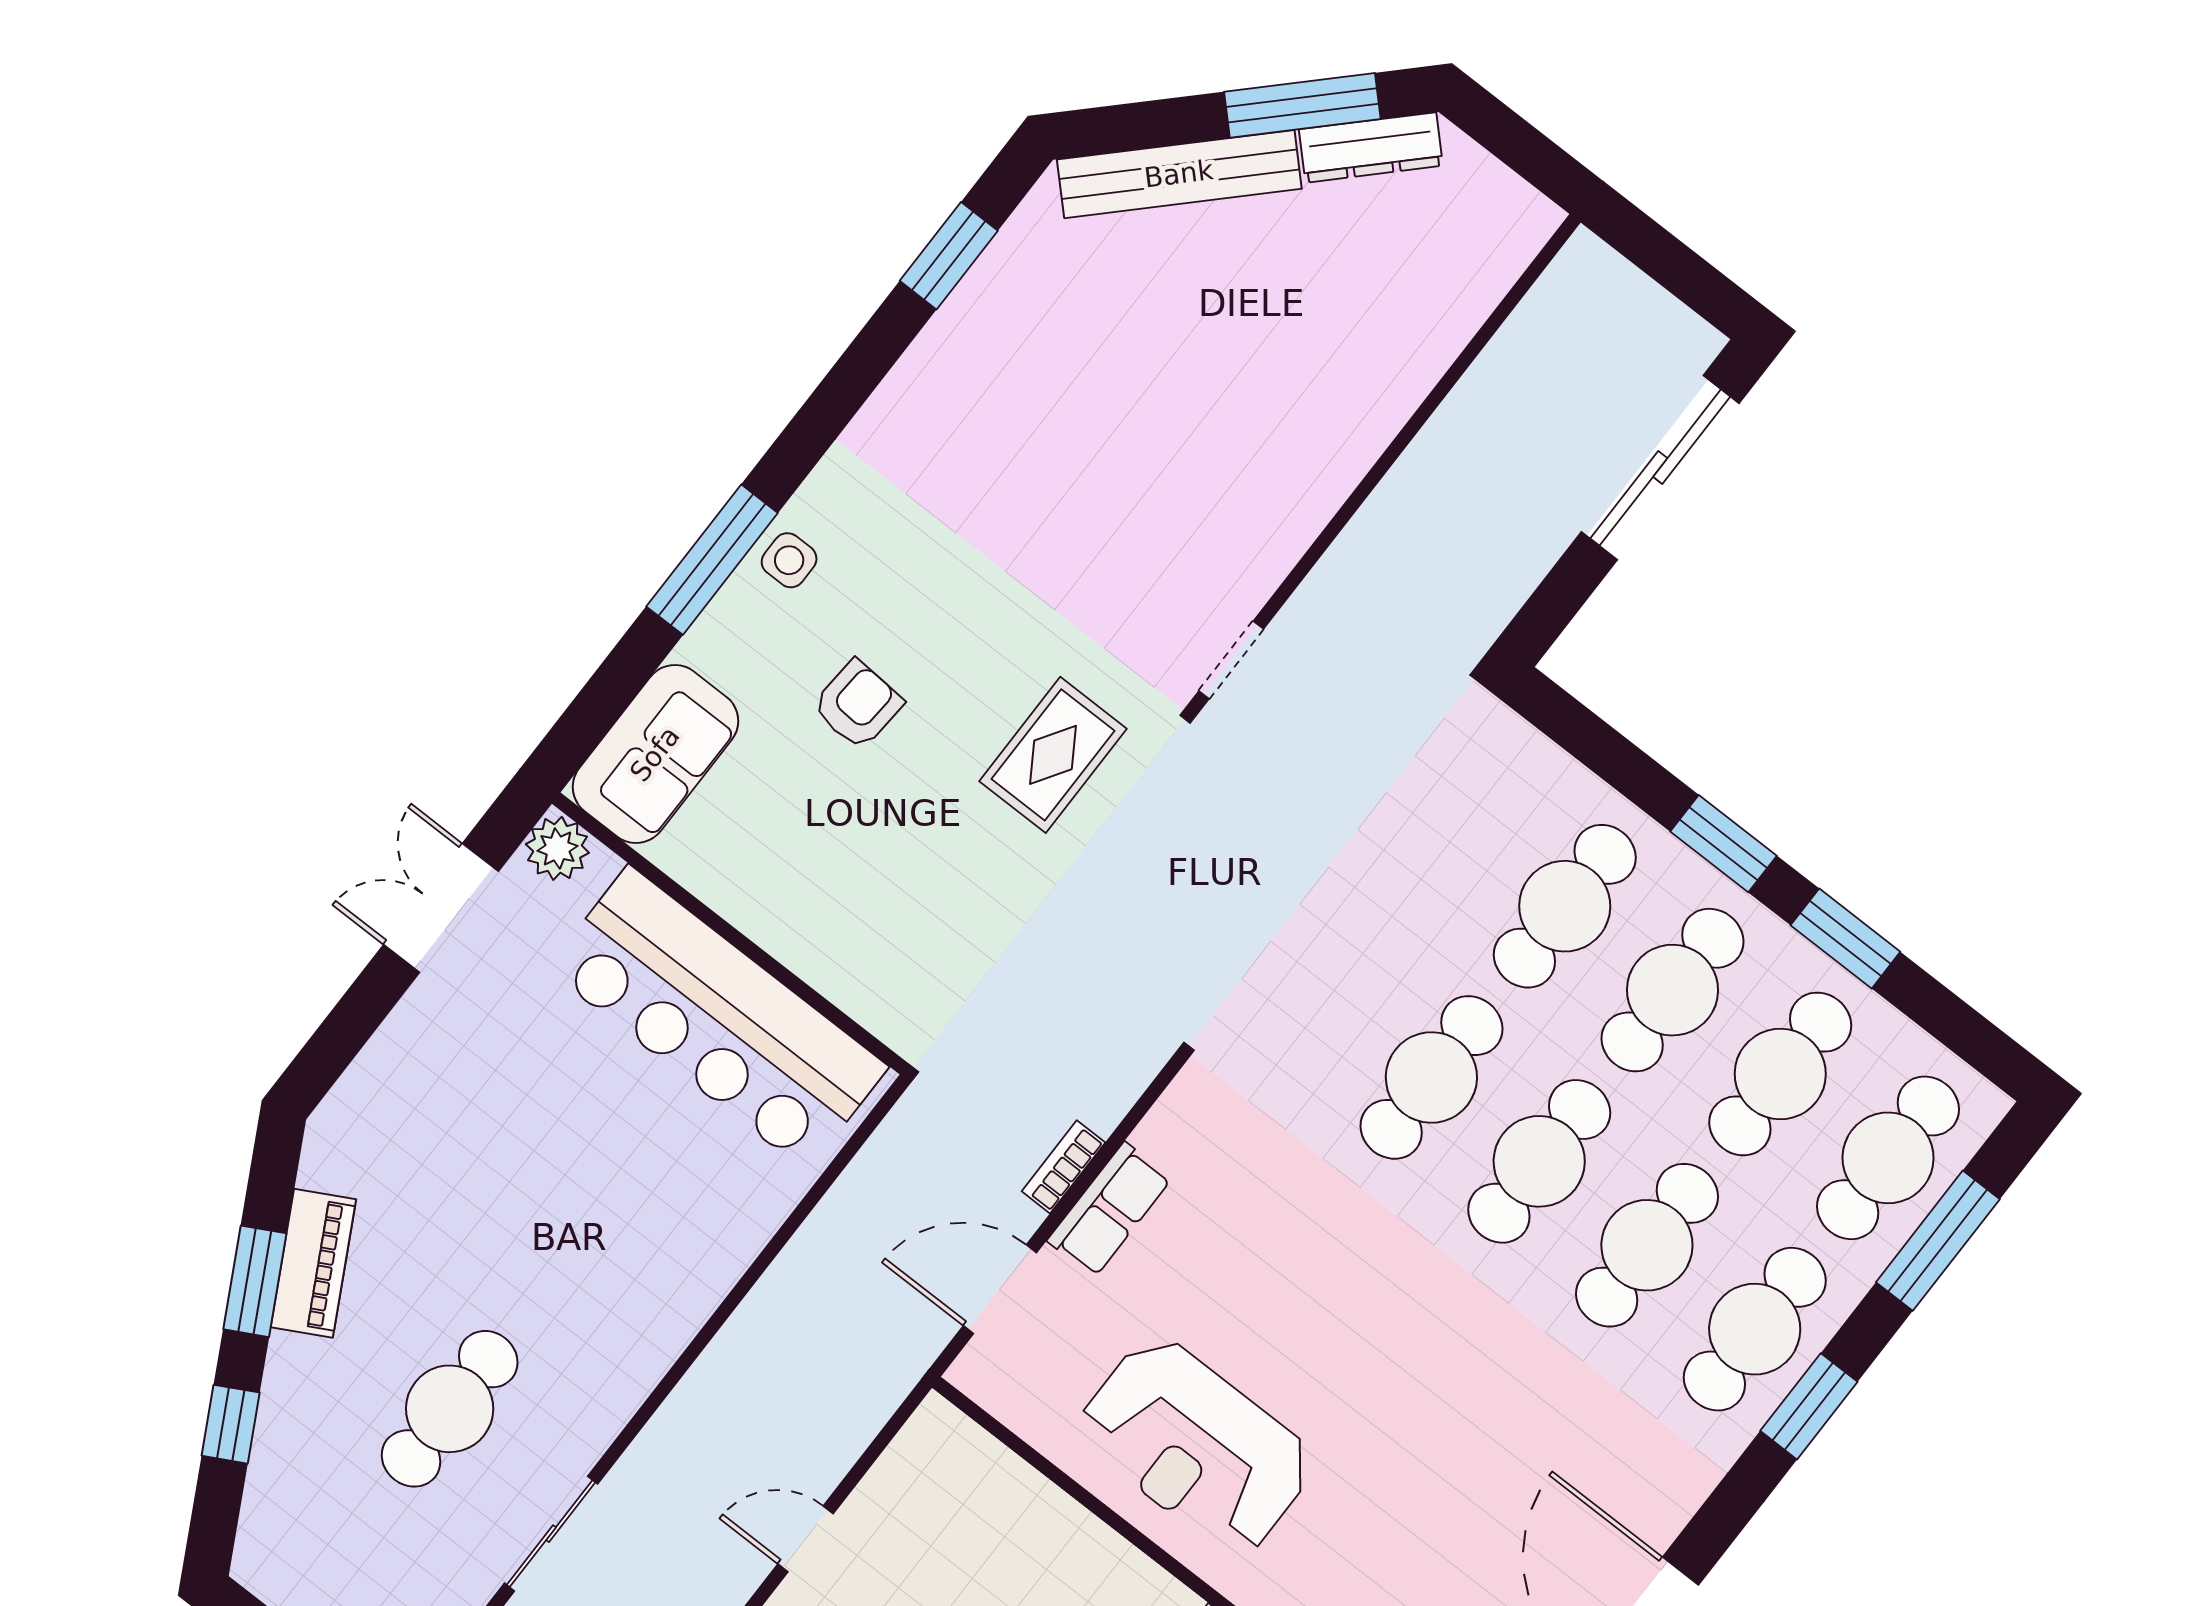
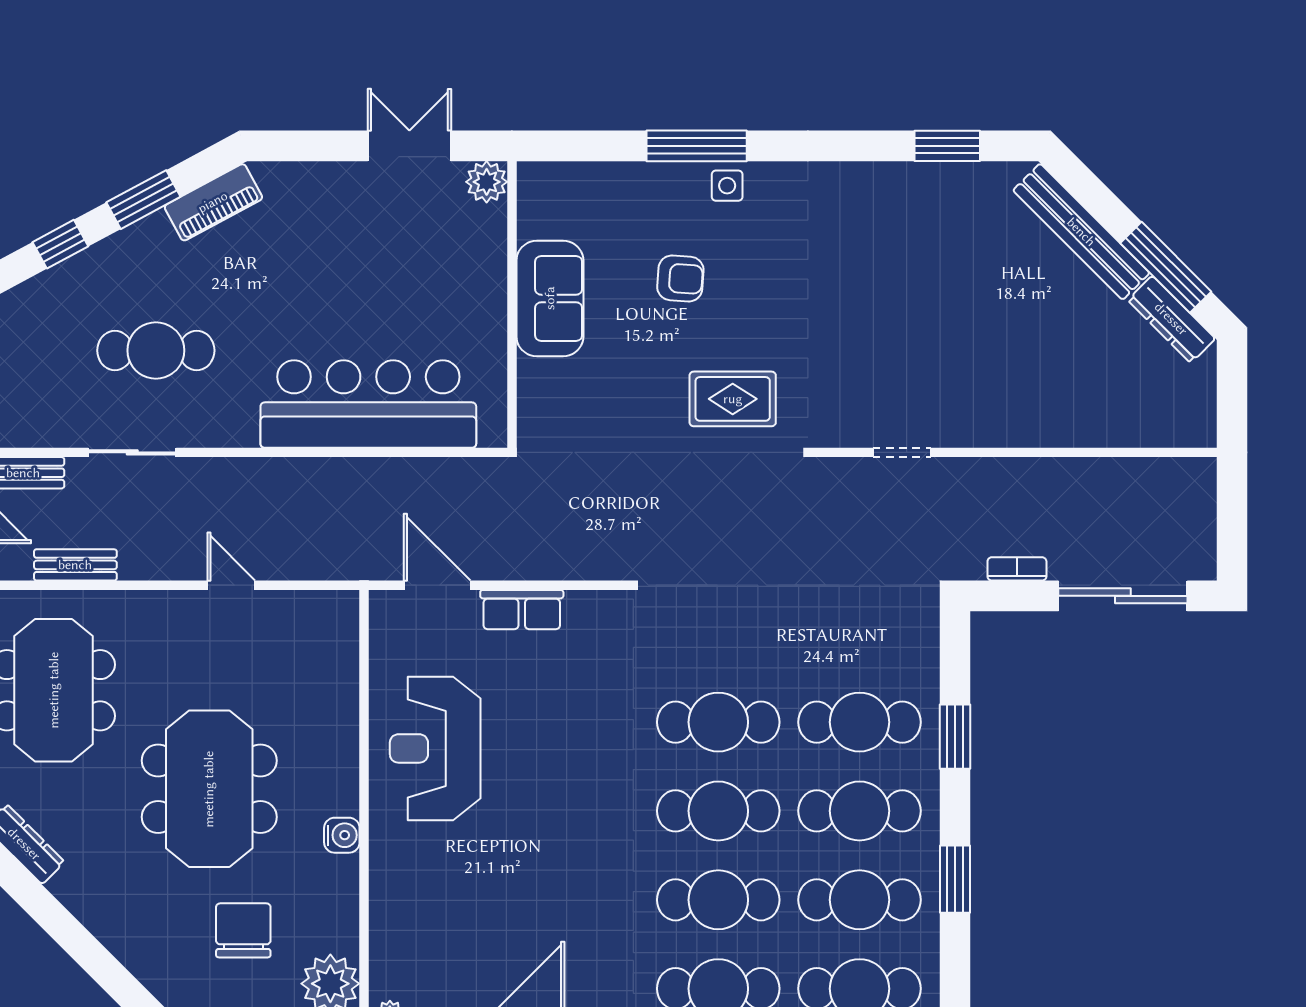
doorway: (1231, 660) -> (902, 452), moved
sofa: (655, 754) -> (550, 298), moved, turned -90
window: (1723, 844) -> (955, 737), moved
bar counter: (718, 1018) -> (368, 404), moved, turned 90
bookcase: (1063, 1167) -> (1017, 569), moved
piano: (313, 1263) -> (213, 202), moved

